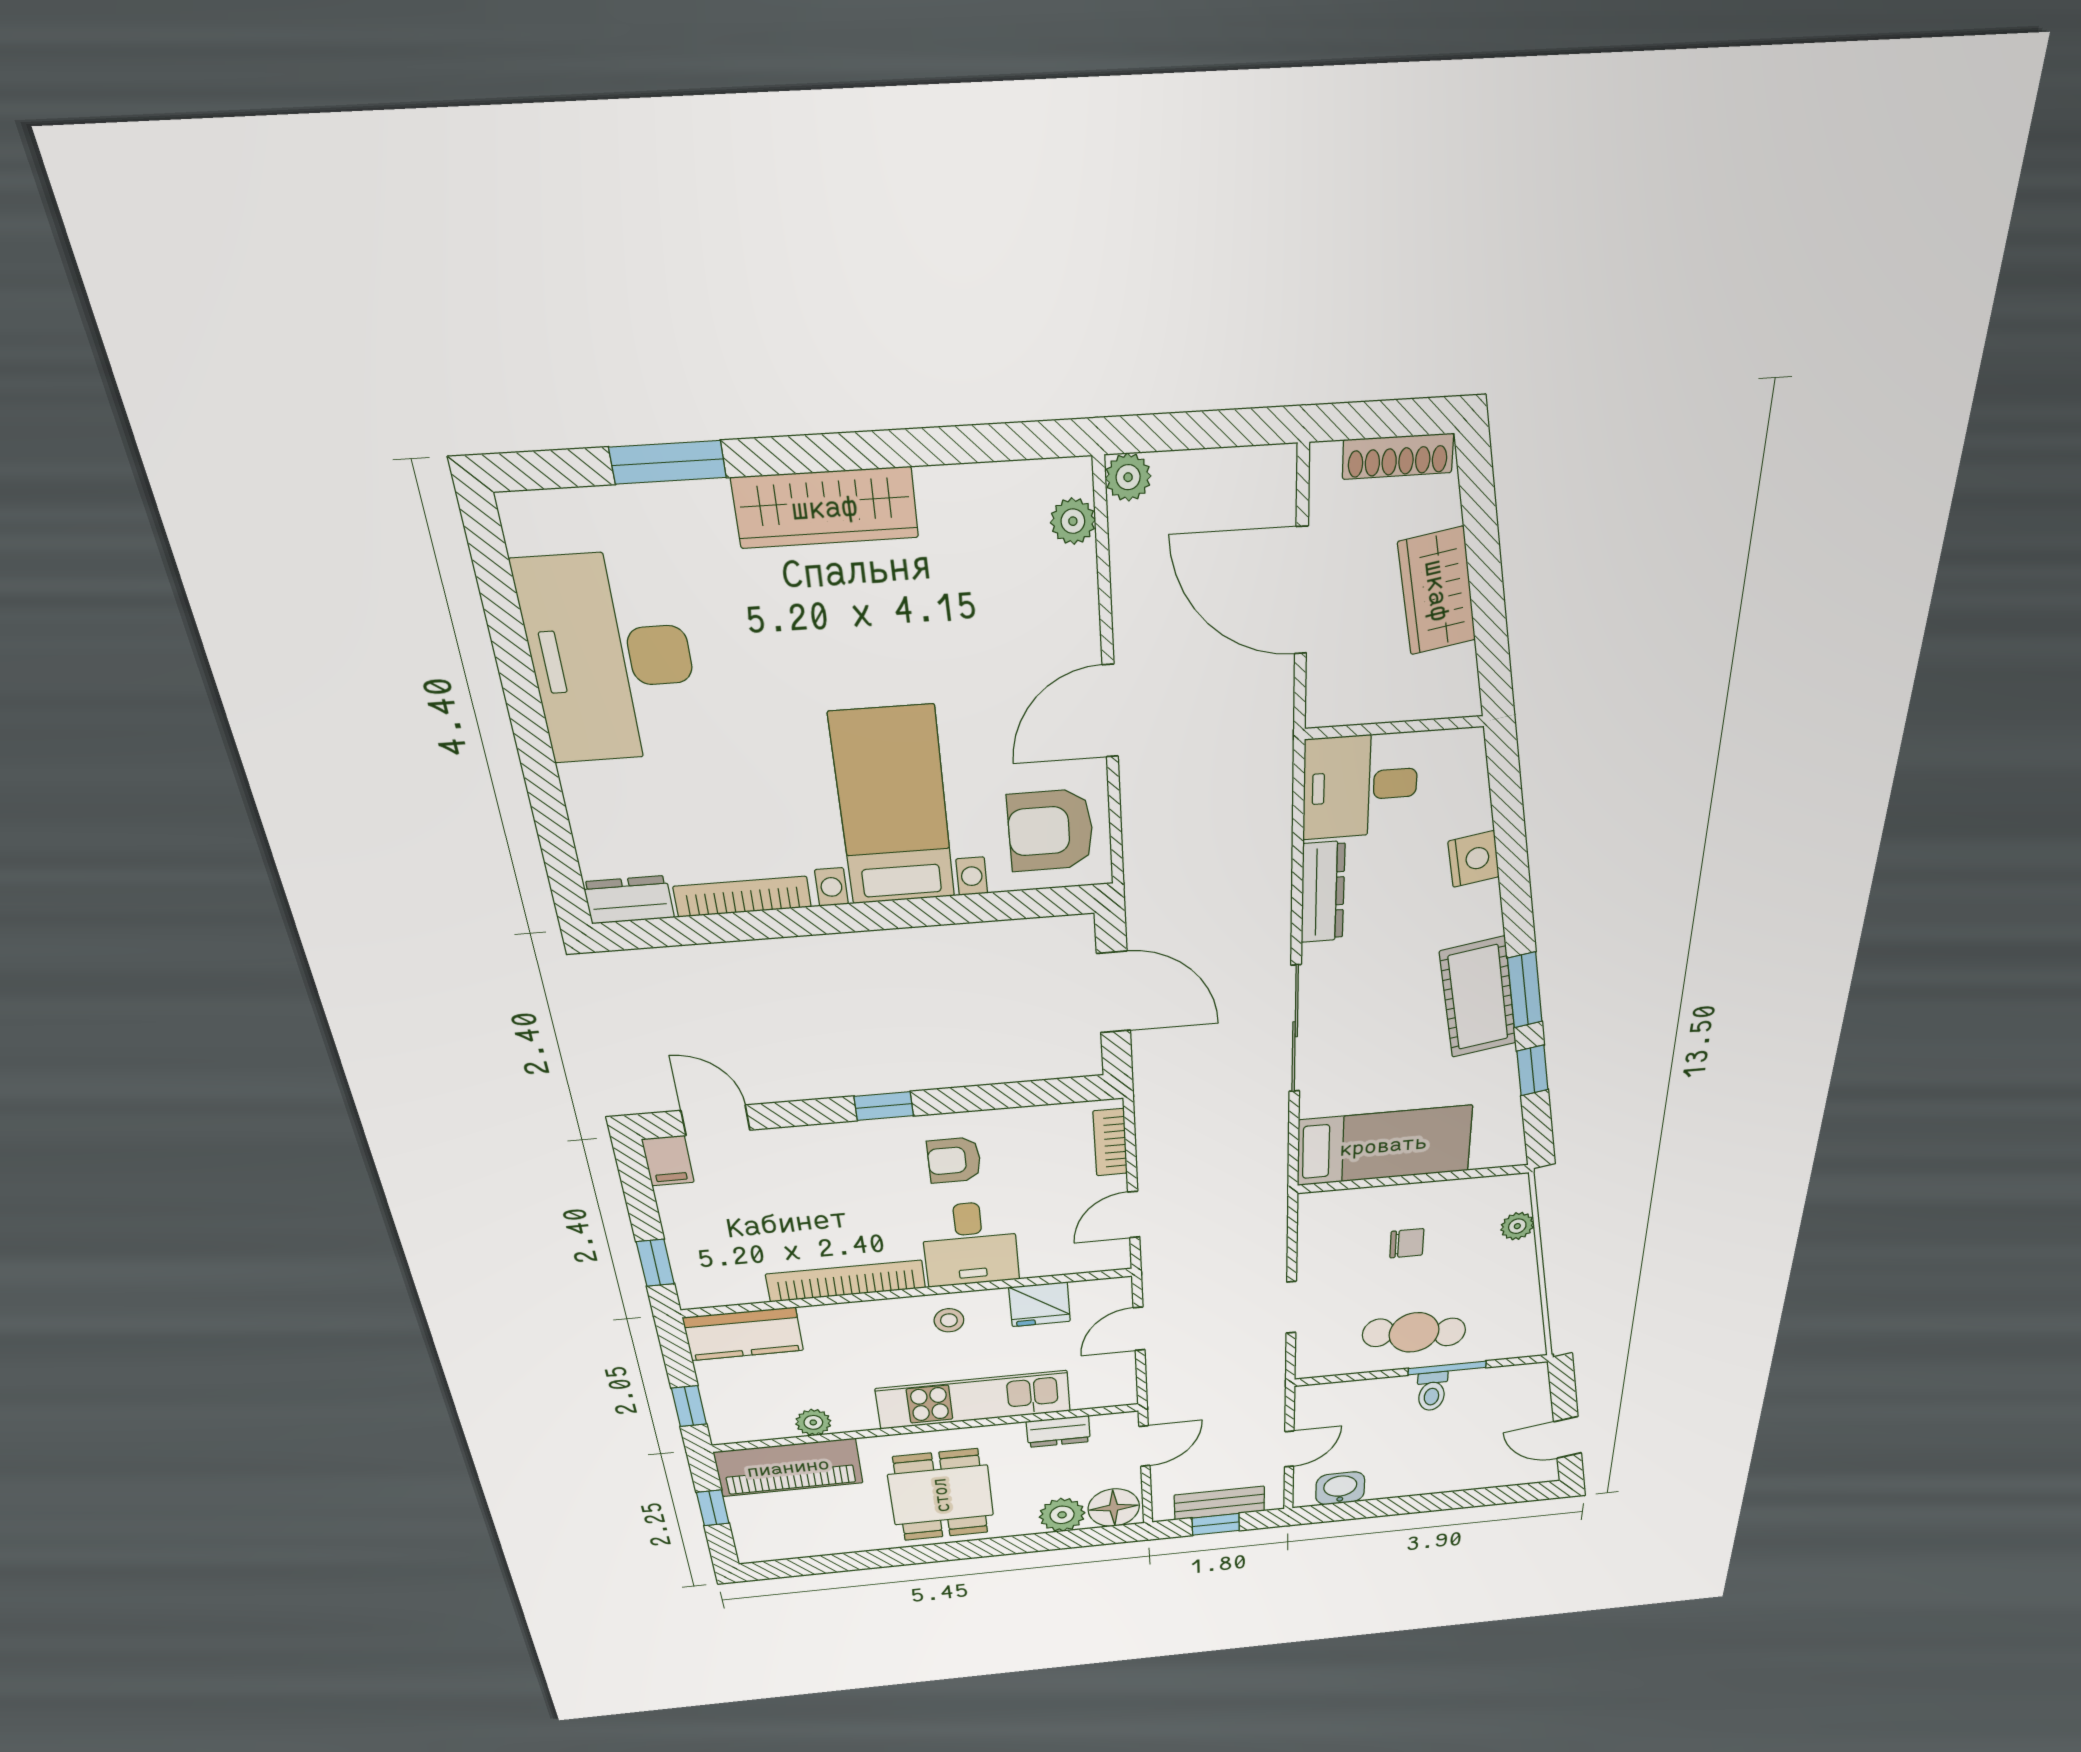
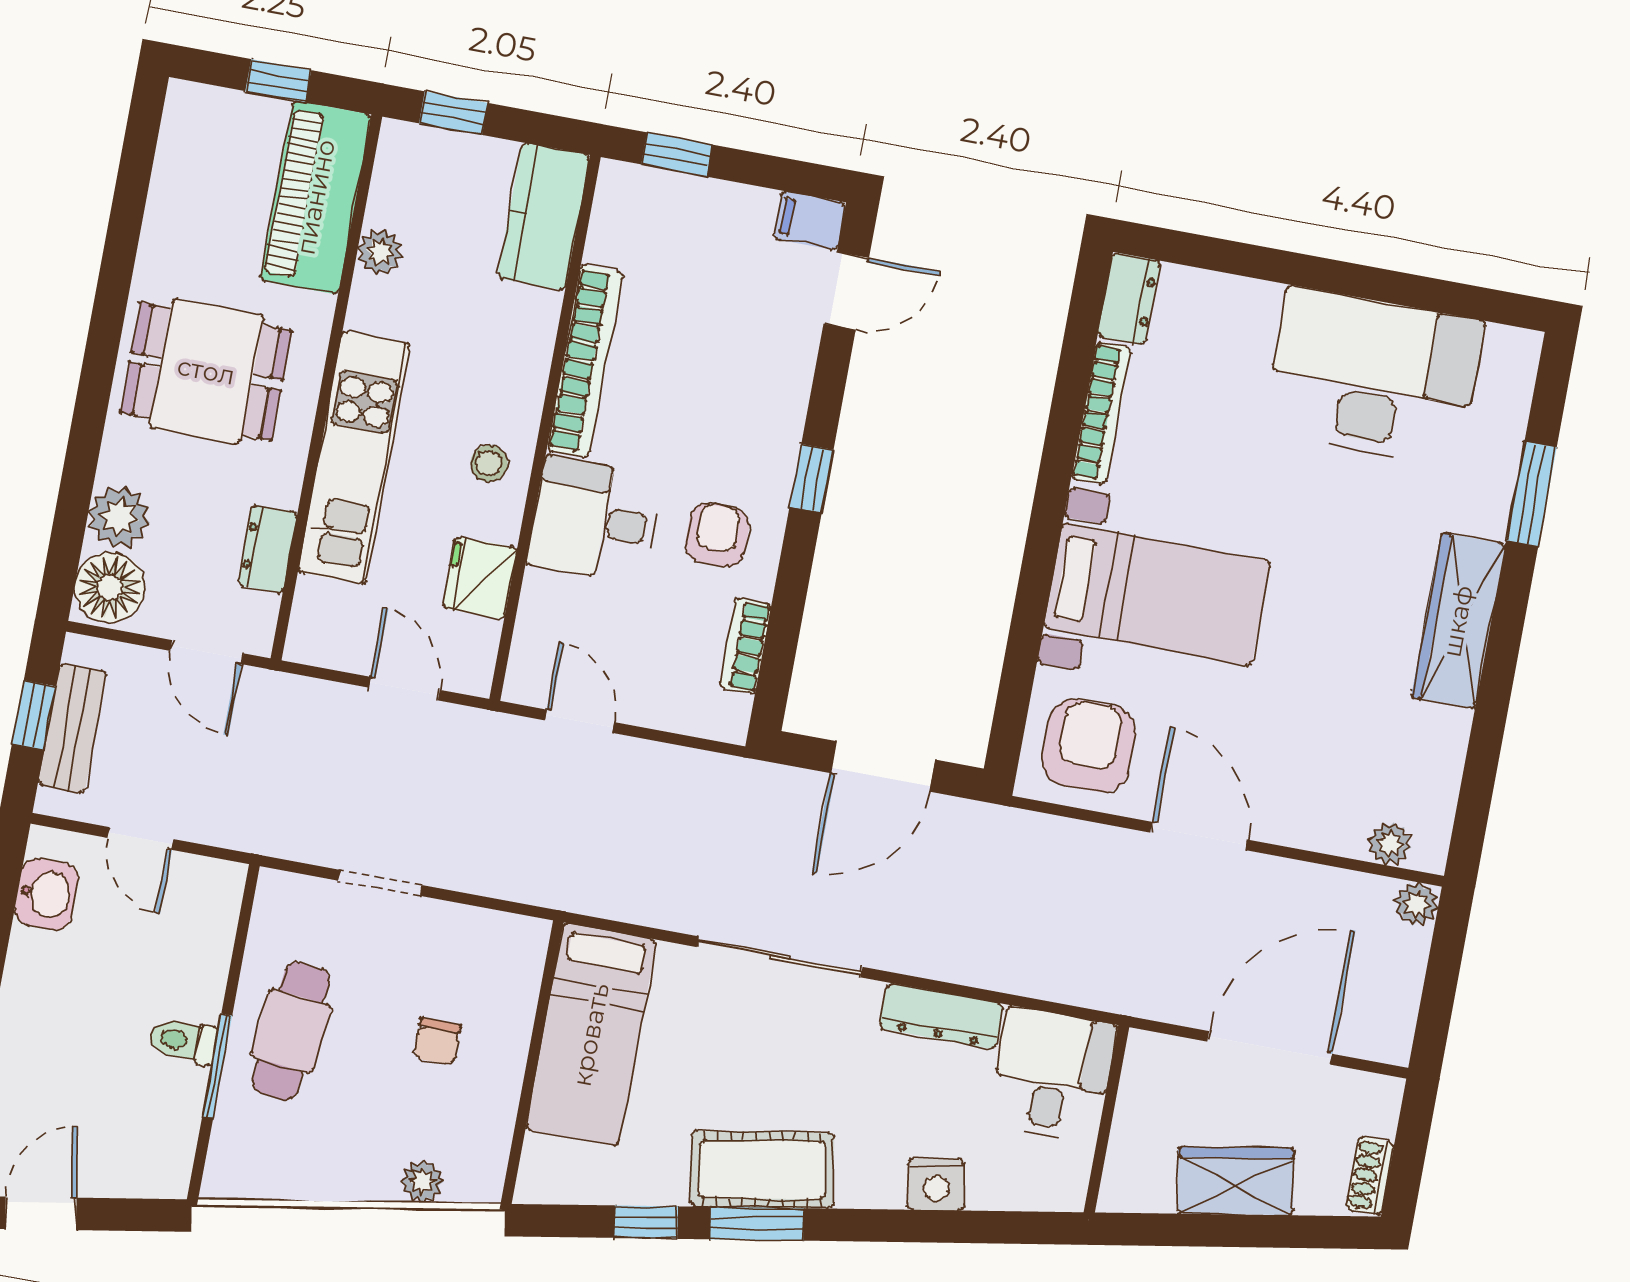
shoe rack: (1398, 456) -> (1370, 1176), width x0.70
bookcase: (1110, 1142) -> (745, 646), moved, turned -90

